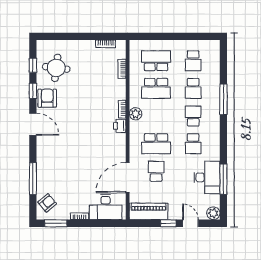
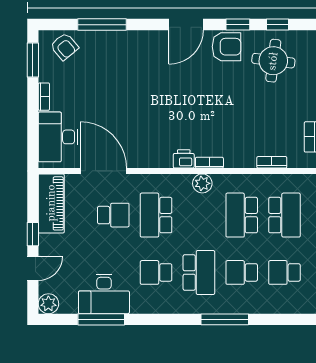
school desk: (193, 116) -> (199, 272), width x1.85

